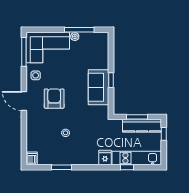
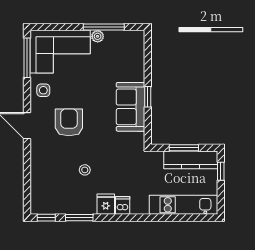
dishwasher: (32, 158) -> (123, 205), moved
fridge: (105, 158) -> (106, 204), moved
window: (127, 167) -> (46, 218), moved

